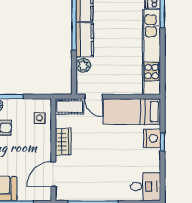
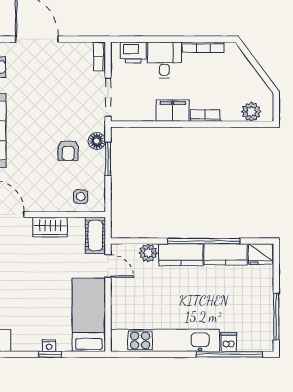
door: (94, 97) -> (108, 266), swing flipped
nightstand: (152, 138) -> (49, 346), width x0.53, depth x0.56

